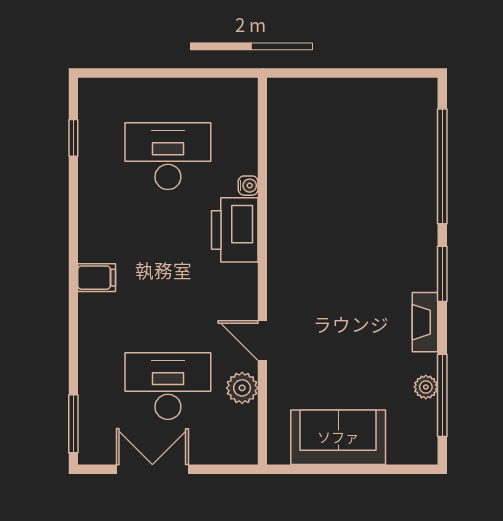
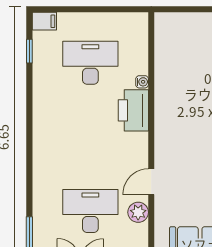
filing cabinet: (97, 278) -> (44, 21), moved
door: (262, 341) -> (151, 182), hinge flipped

